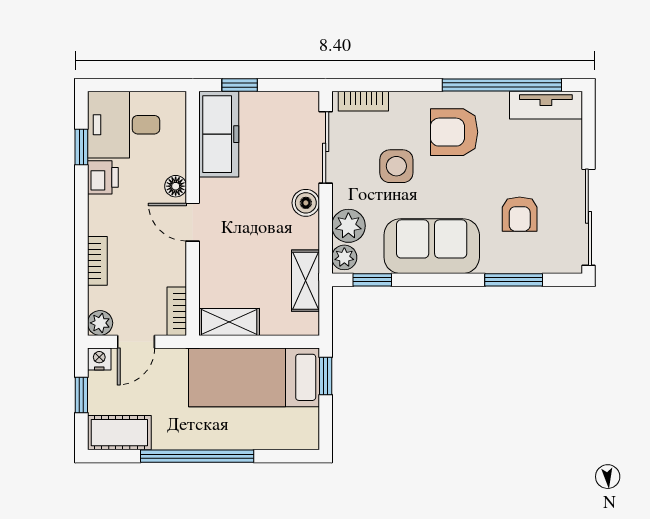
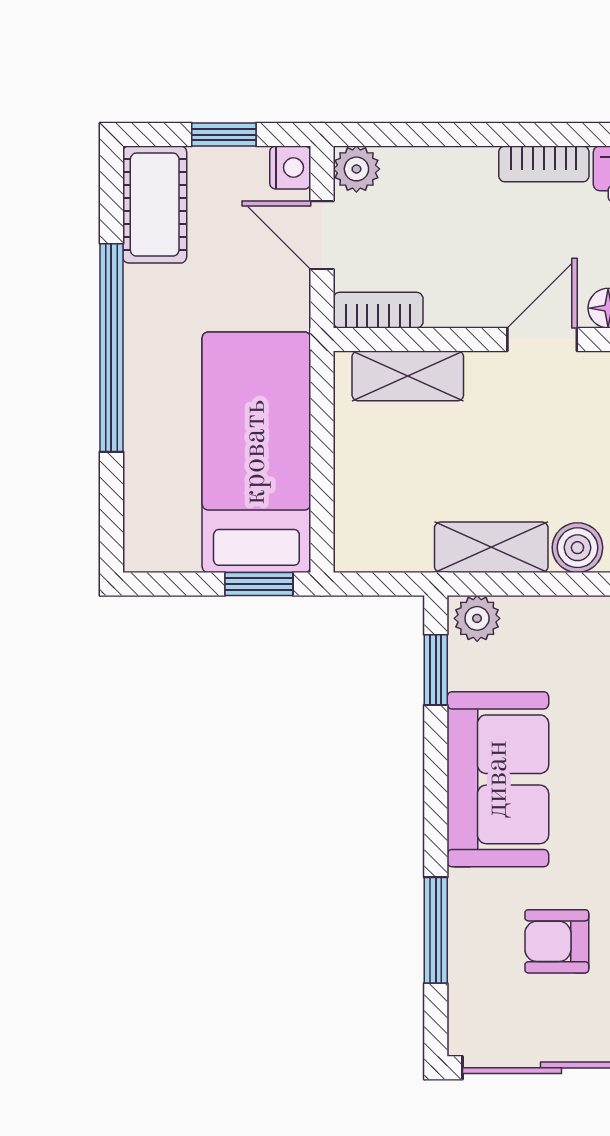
plant: (348, 226) -> (535, 626), removed
bookcase: (97, 261) -> (544, 164), moved
shelving: (306, 281) -> (491, 547), moved
shelving: (229, 322) -> (408, 376), moved, turned 90

